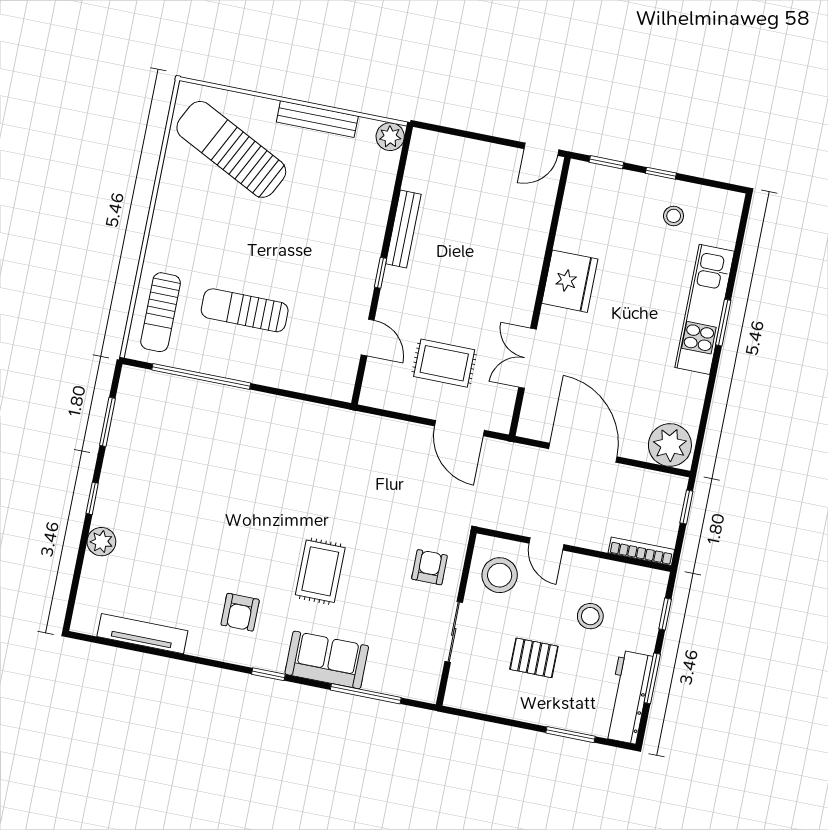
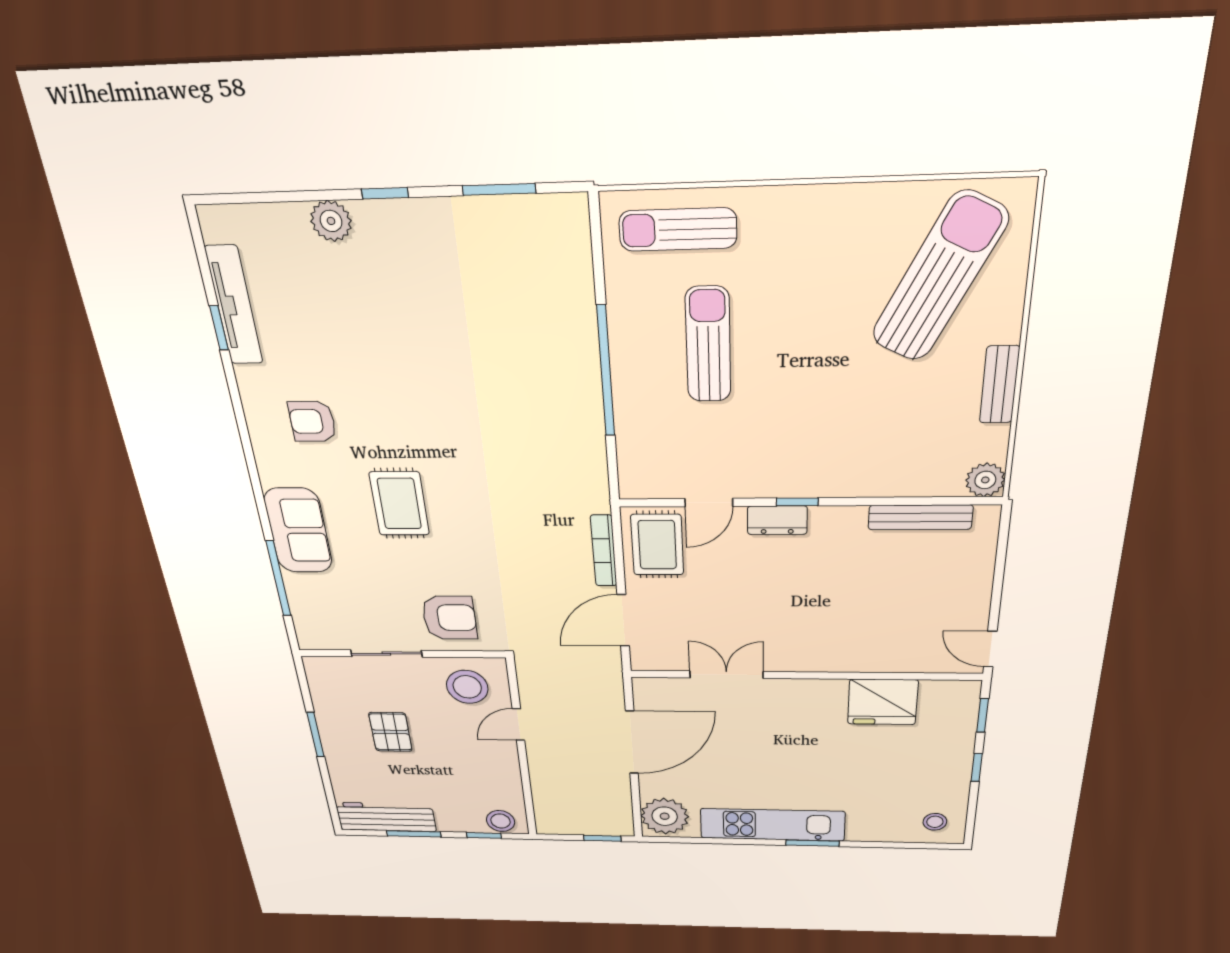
bench: (317, 119) -> (999, 385), width x0.73
stool: (674, 216) -> (935, 822), moved
bench: (403, 229) -> (920, 517), moved
fridge: (570, 281) -> (883, 702), moved
dresser: (393, 290) -> (777, 520), added
kitchen unit: (705, 309) -> (772, 825), moved
rug: (444, 363) -> (657, 545), moved
window: (201, 377) -> (606, 372), moved
bookcase: (641, 551) -> (604, 551), moved, turned 180
armchair: (429, 567) -> (449, 618), width x1.38, depth x1.38
rug: (320, 571) -> (399, 504), turned 90
stool: (590, 616) -> (501, 821), moved
window: (268, 674) -> (219, 328), moved
window: (571, 735) -> (316, 735), moved

